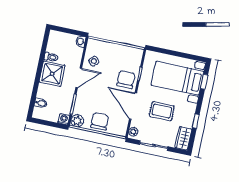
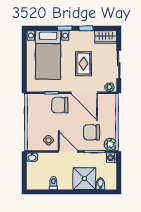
shower: (52, 74) -> (84, 179), moved
window: (204, 82) -> (65, 28), moved
door: (133, 106) -> (84, 93), hinge flipped
chair: (100, 121) -> (92, 132), moved

